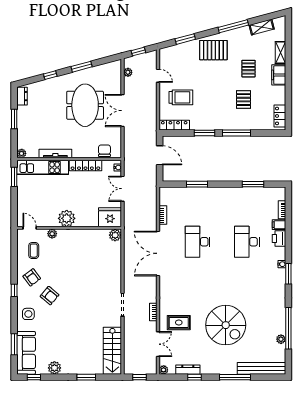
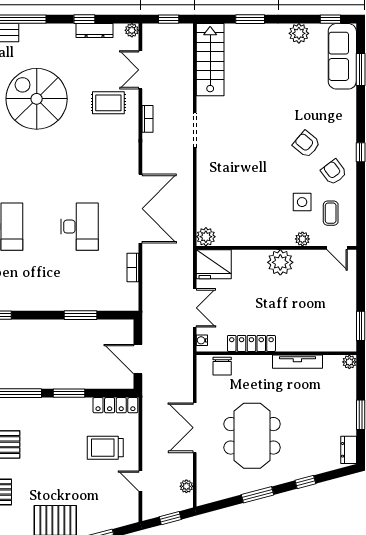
double door: (122, 111) -> (195, 428), swing flipped
kitchen unit: (43, 167) -> (317, 340), removed
side table: (28, 314) -> (302, 202), moved

